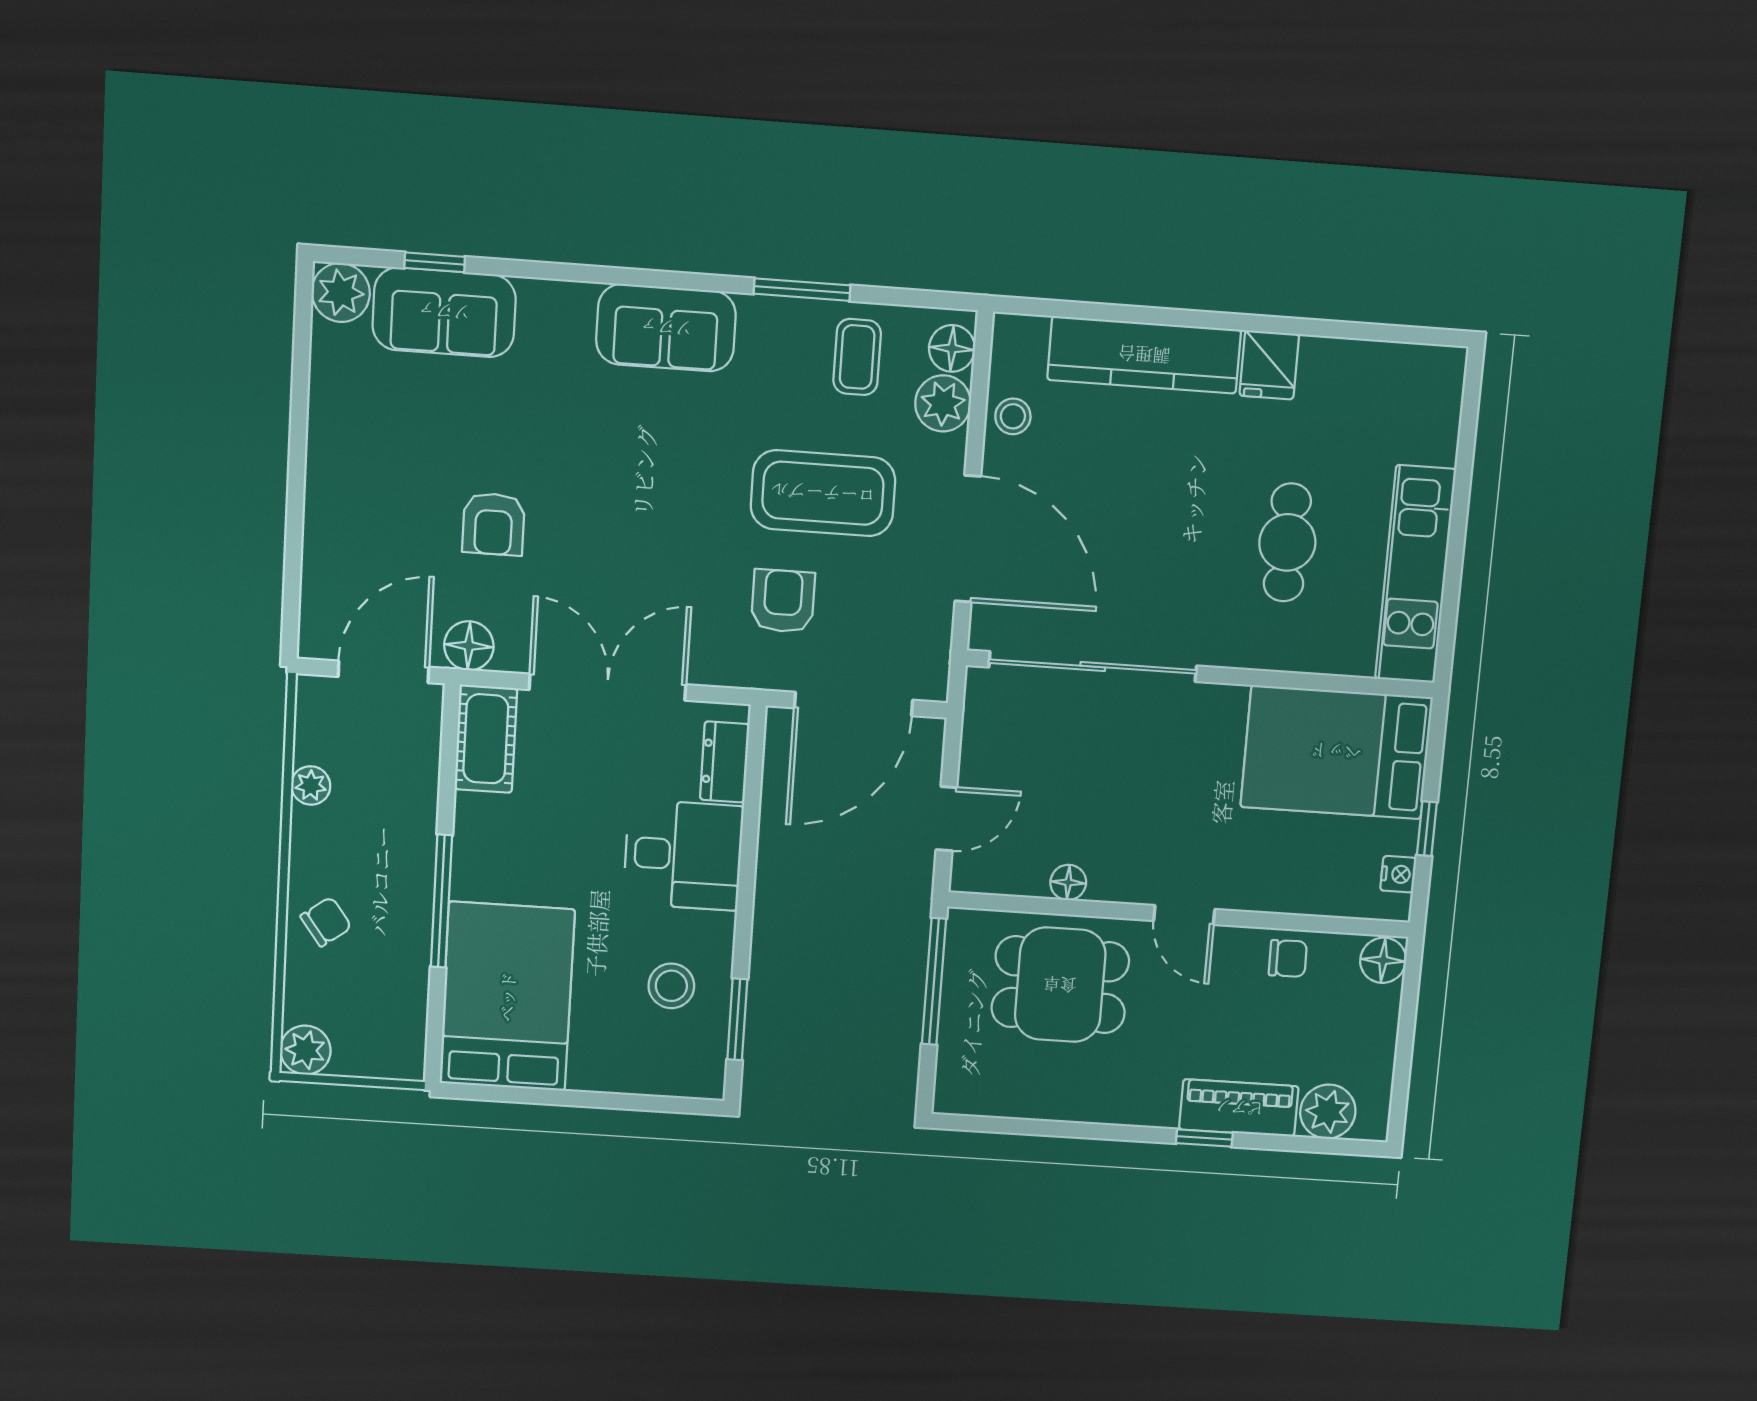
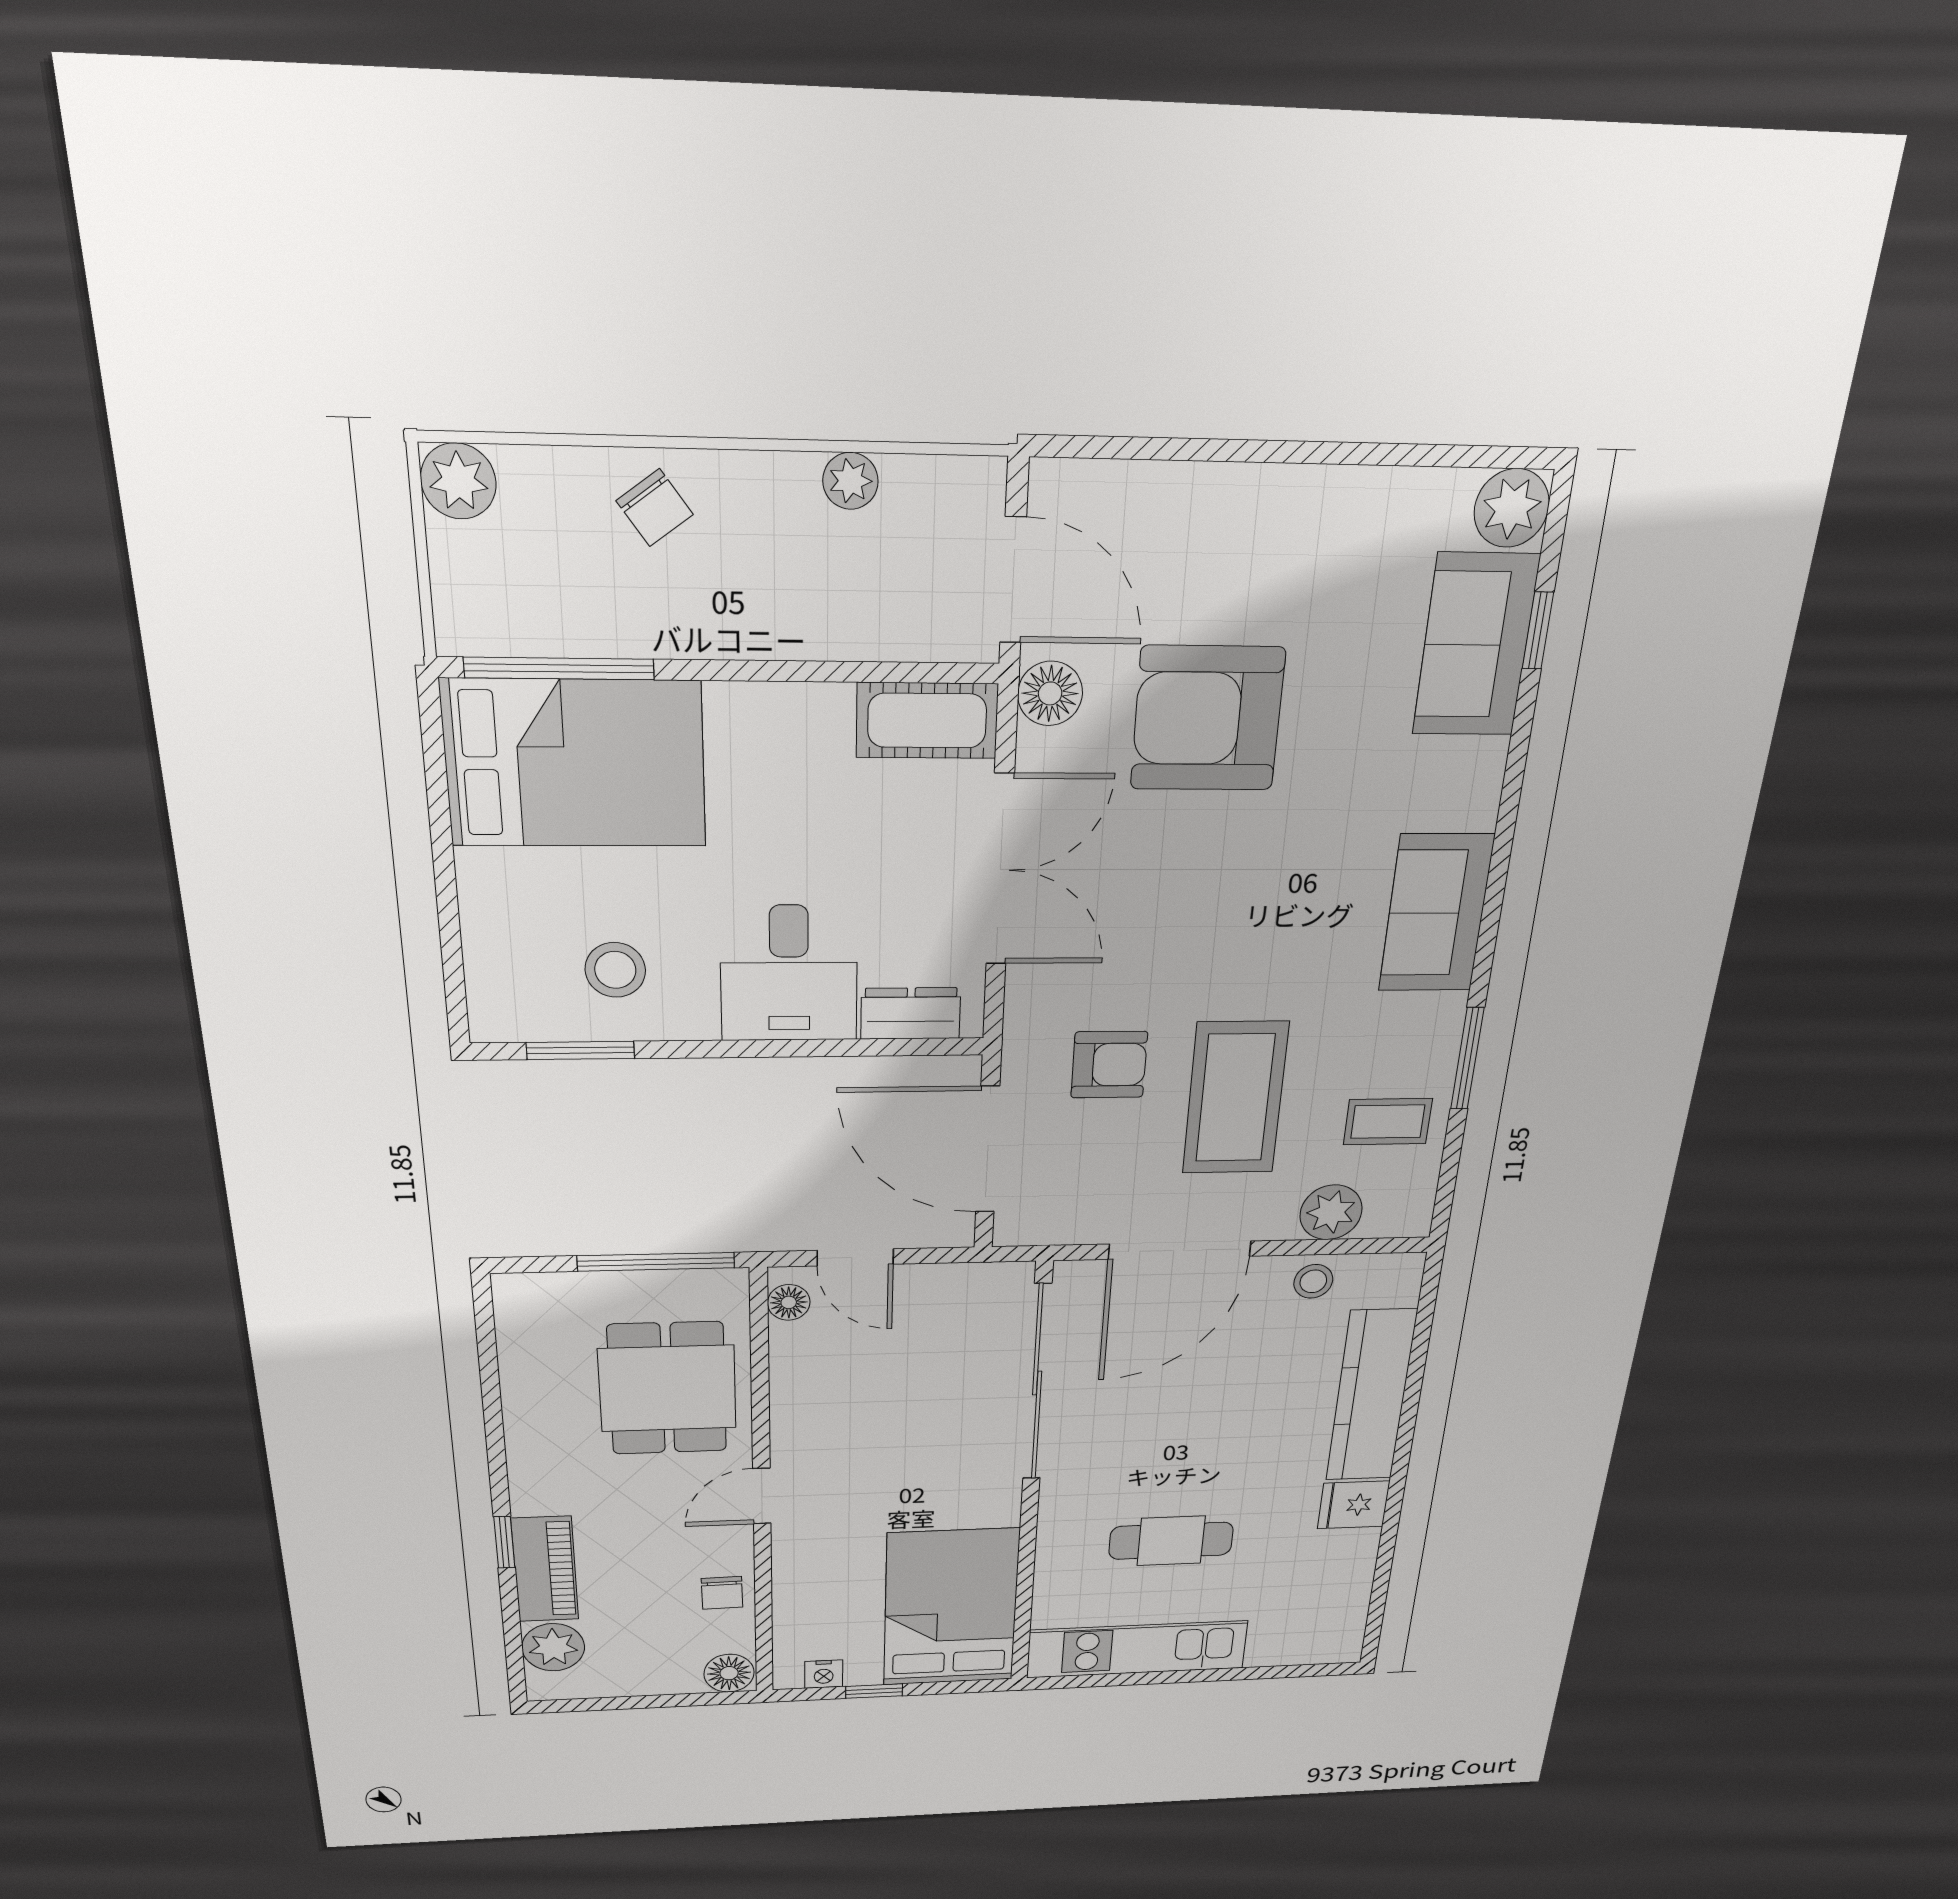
floor lamp: (952, 348) -> (1391, 1216), removed
armchair: (493, 524) -> (1207, 719), width x1.88, depth x1.88
floor lamp: (1068, 882) -> (789, 1302), moved
window: (441, 901) -> (559, 668), moved

